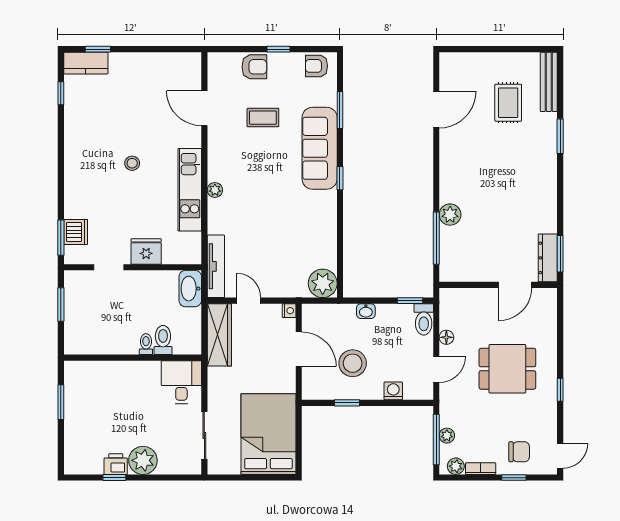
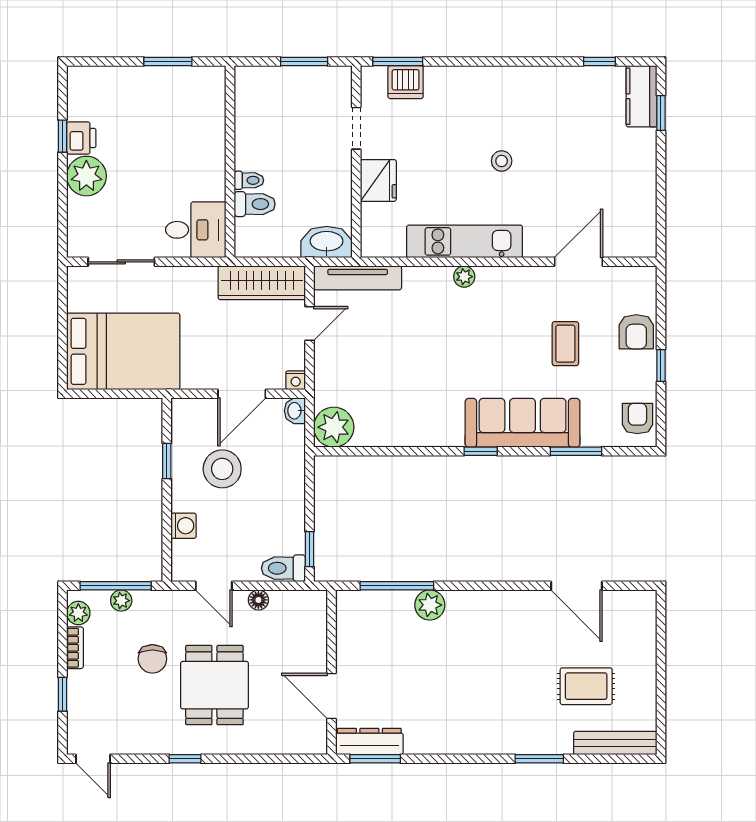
washbasin: (366, 311) -> (295, 411), moved
chair: (519, 452) -> (152, 659), moved

